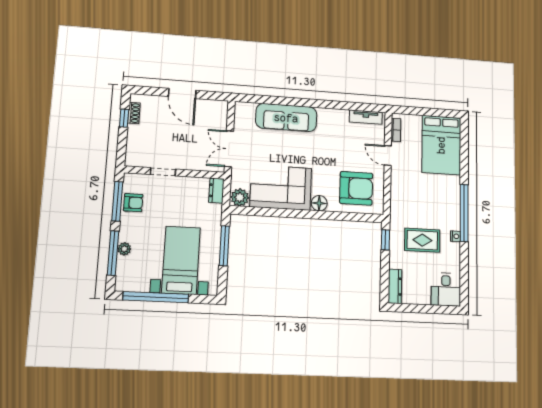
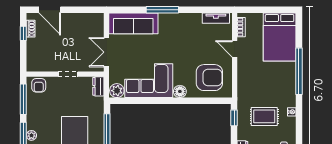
door: (182, 93) -> (50, 10), moved
window: (301, 102) -> (162, 10), added
sofa: (286, 118) -> (133, 23), moved
doorway: (163, 172) -> (68, 74), moved
armchair: (133, 203) -> (39, 85), moved, turned 90
window: (464, 213) -> (299, 71), moved

